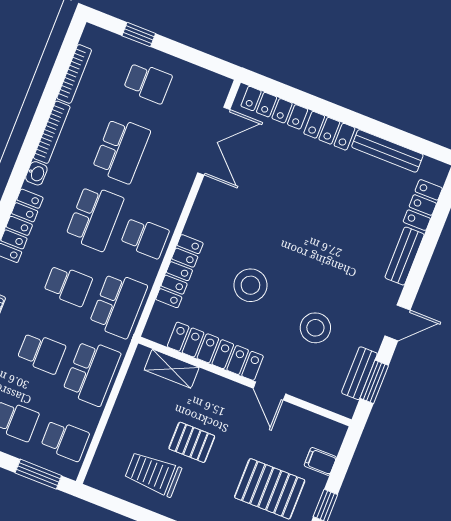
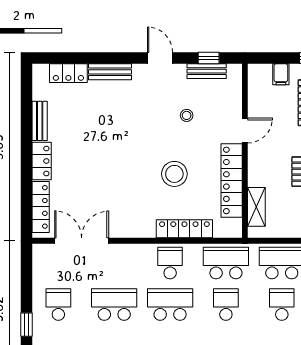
bench: (387, 151) -> (40, 121), width x0.73
stool: (315, 328) -> (187, 115), width x0.53, depth x0.53
window: (374, 382) -> (209, 58), width x0.67

